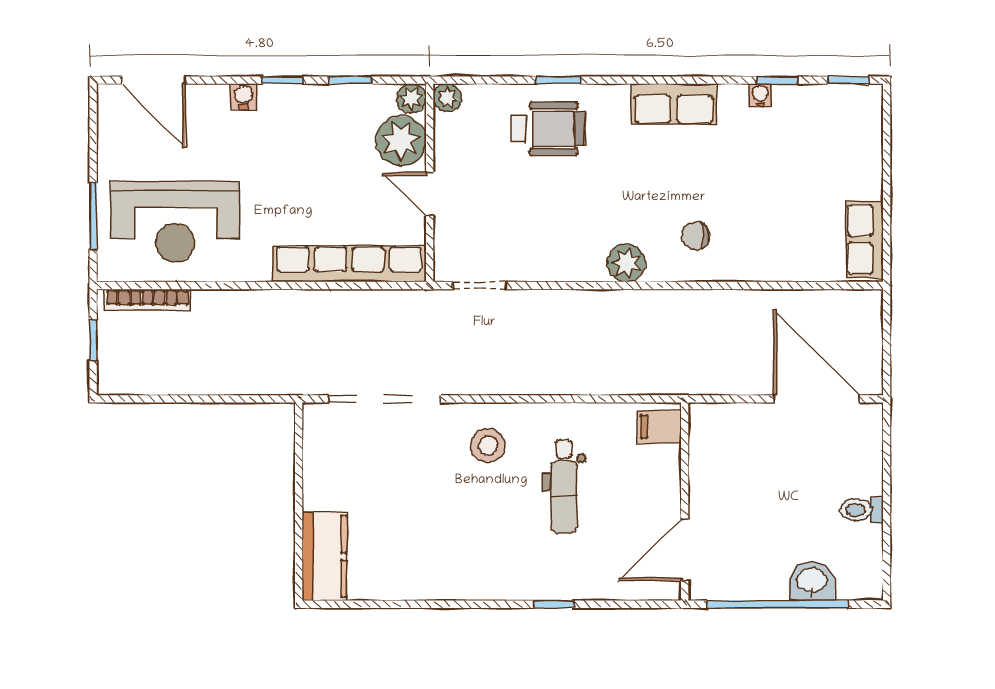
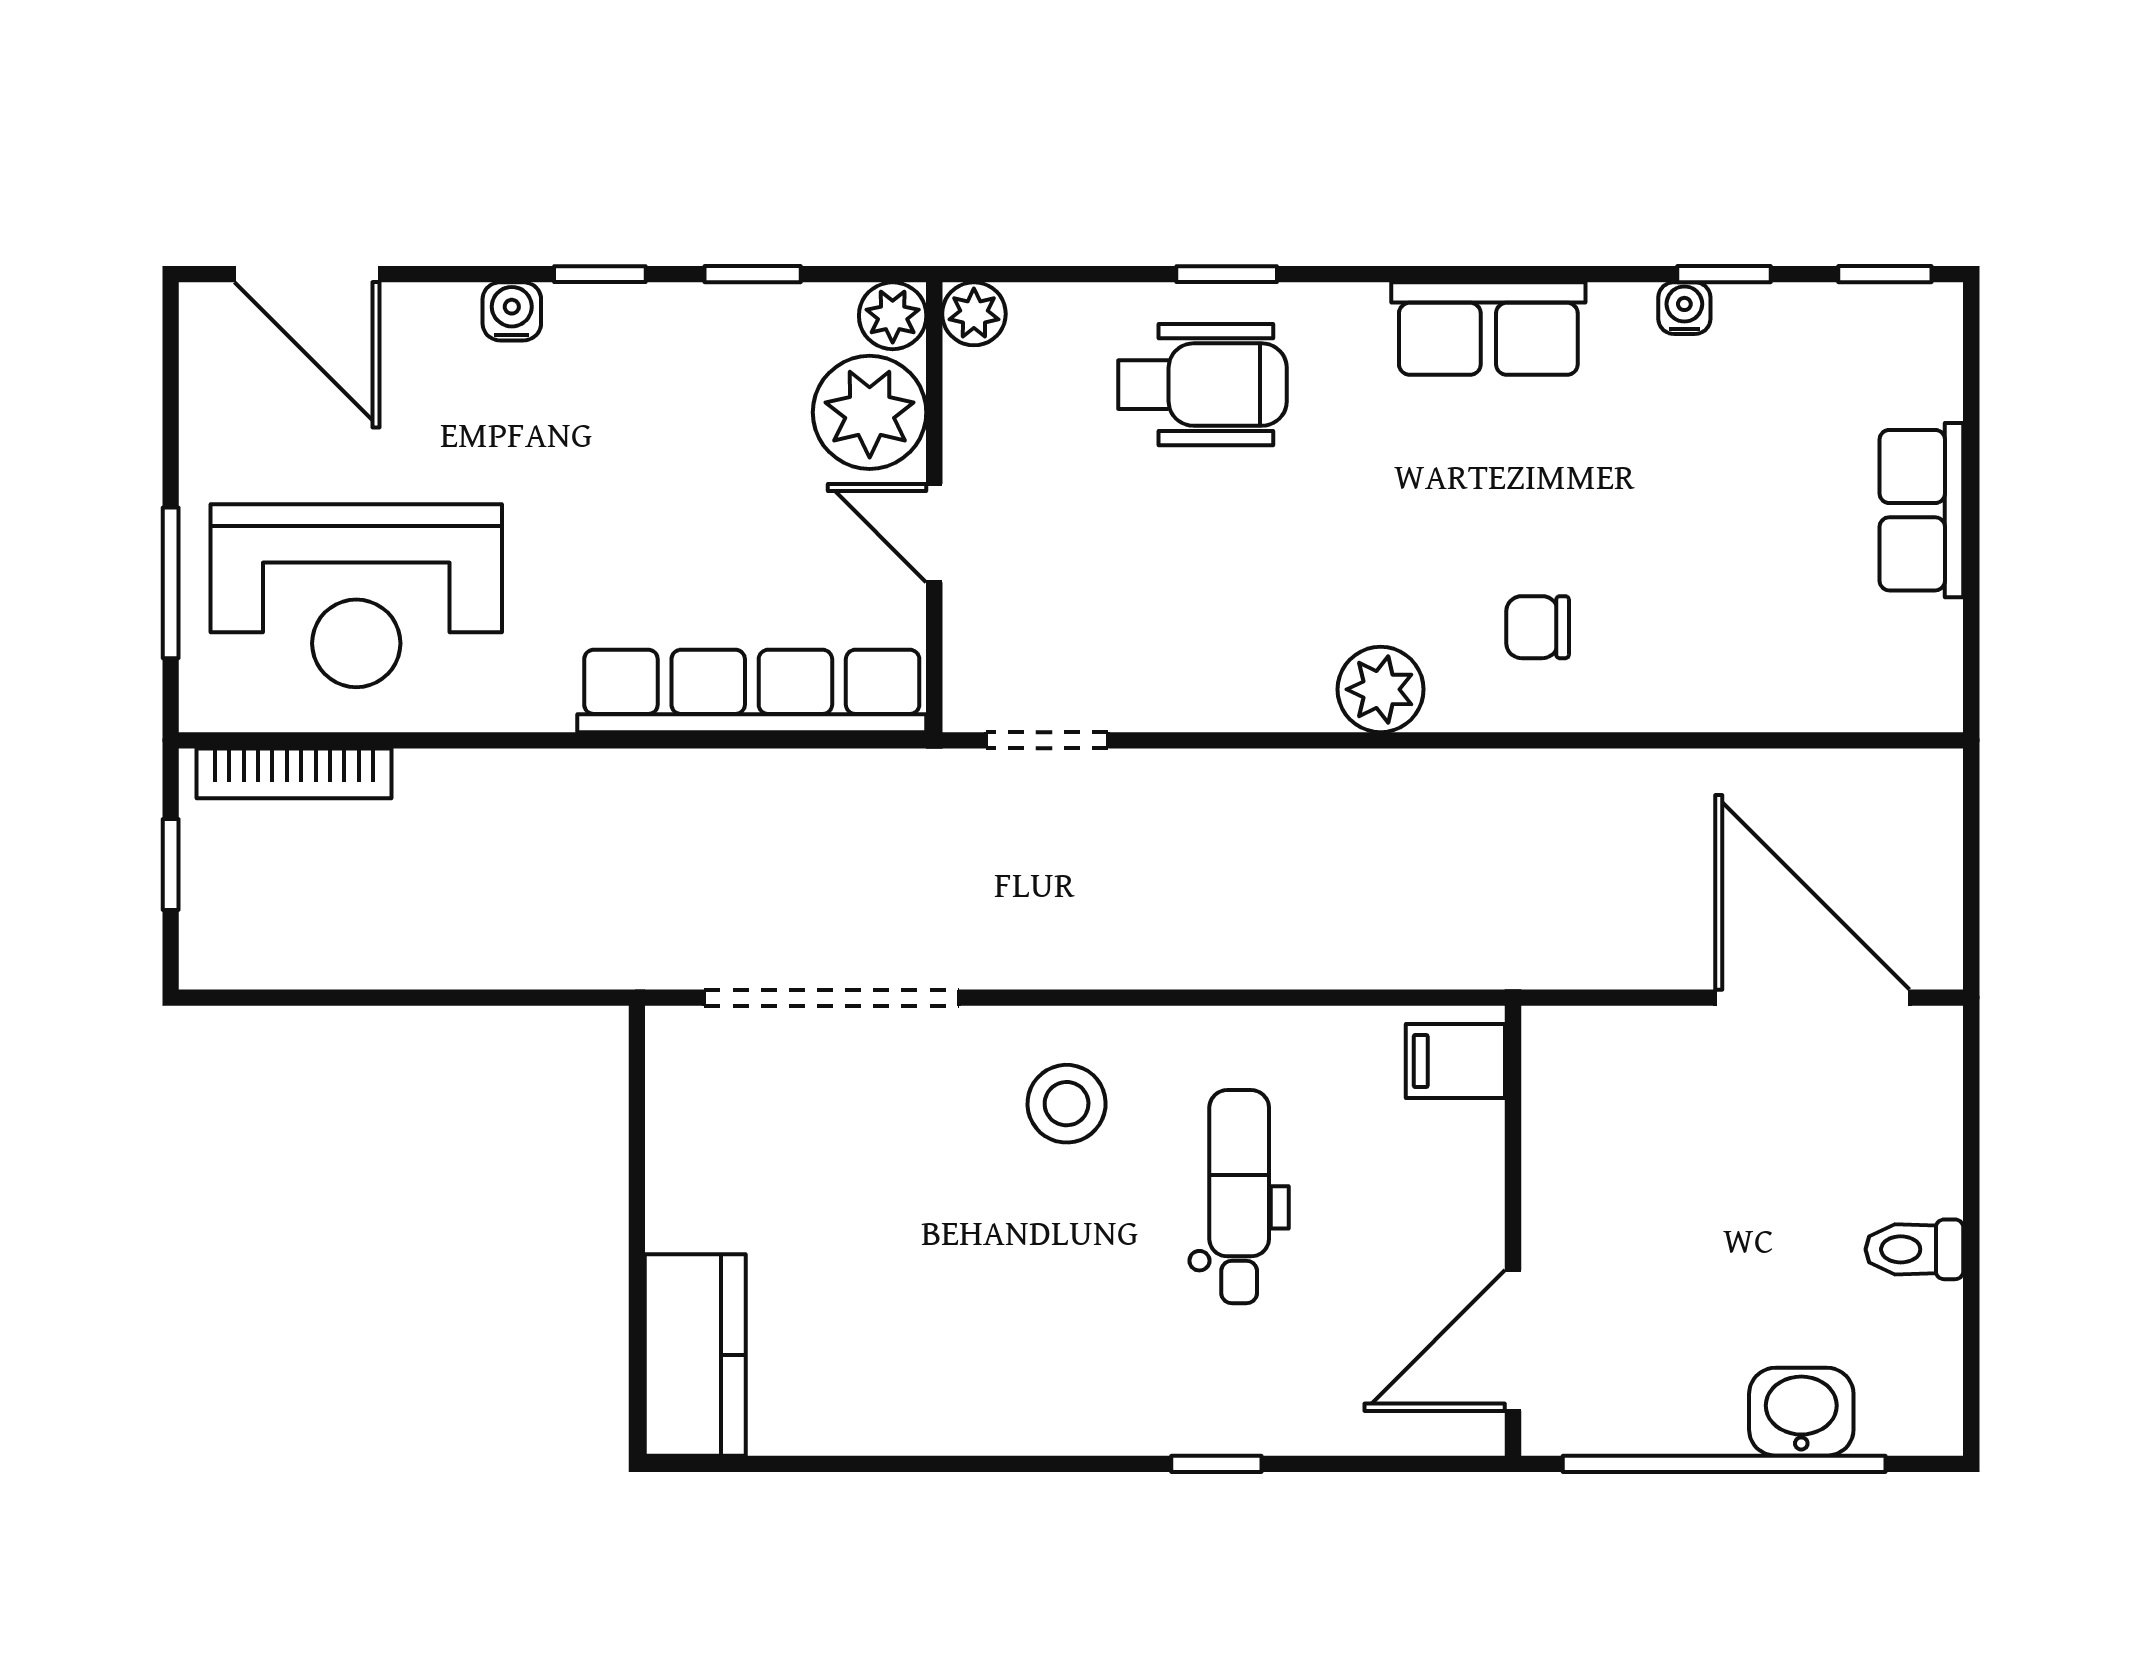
row of seats: (865, 239) -> (1921, 510), moved
dental chair: (564, 487) -> (1239, 1197), turned 180

